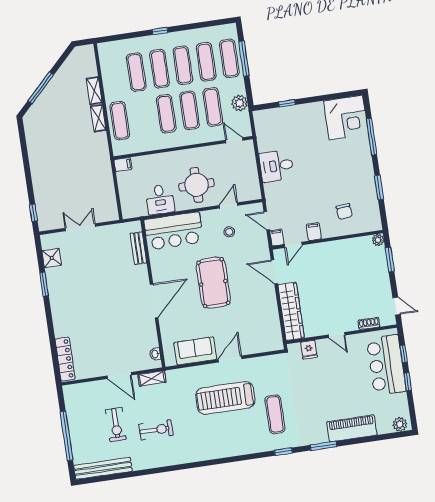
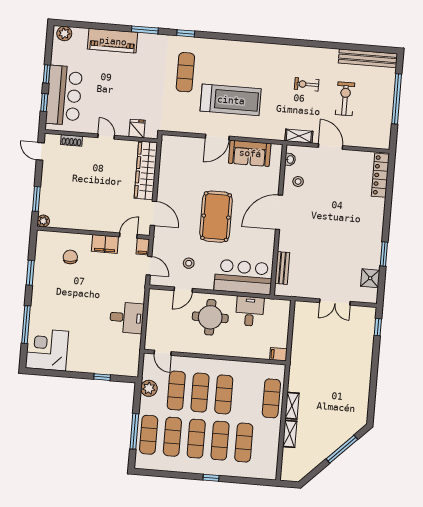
filing cabinet: (314, 232) -> (105, 244), width x2.00
stool: (143, 335) -> (298, 181), added
exercise bike: (156, 430) -> (307, 84), width x0.73, depth x0.72

